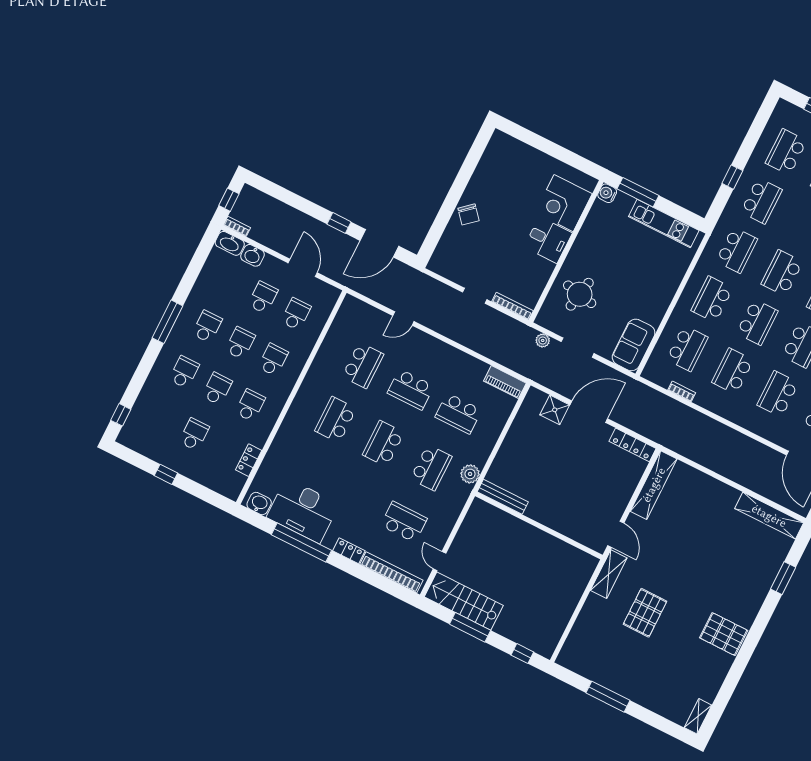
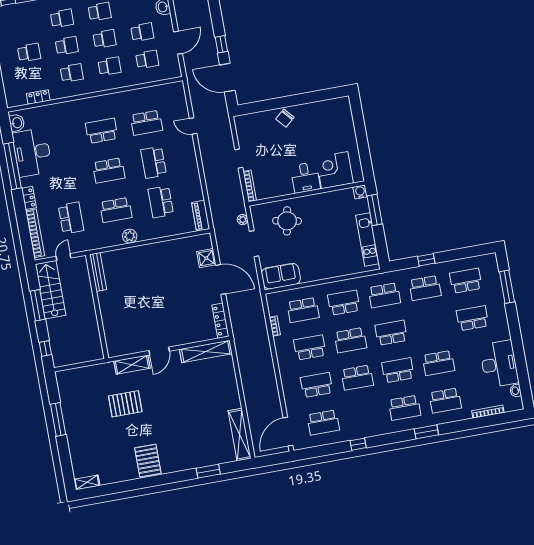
school desk: (383, 444) -> (109, 170), turned 180
bench: (503, 497) -> (98, 272), moved
wall: (539, 526) -> (97, 307), moved

